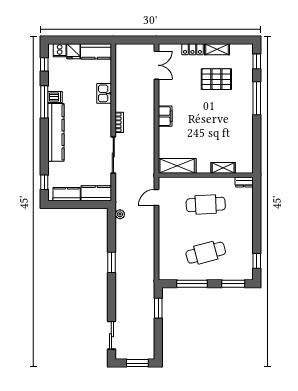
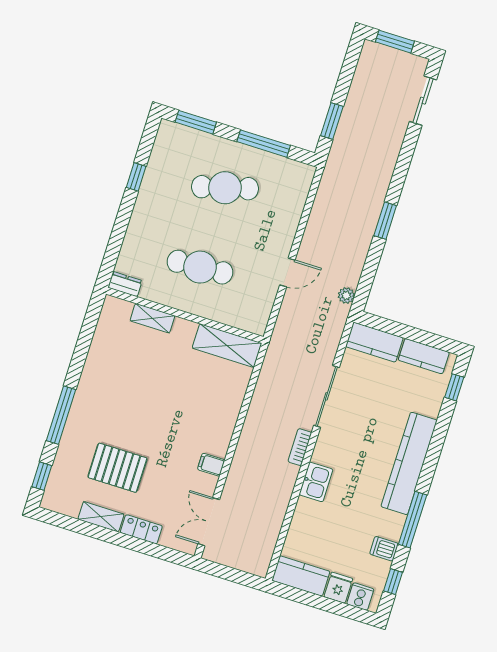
kitchen sink: (104, 93) -> (316, 482), moved
dishwasher: (55, 97) -> (384, 549), moved
filing cabinet: (165, 116) -> (211, 465), moved, width x0.50
door: (156, 198) -> (287, 272), moved
window: (257, 261) -> (136, 177), moved

